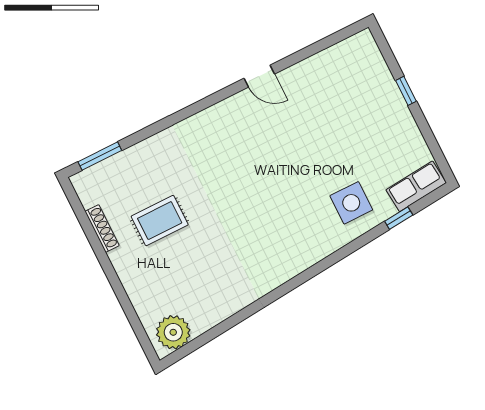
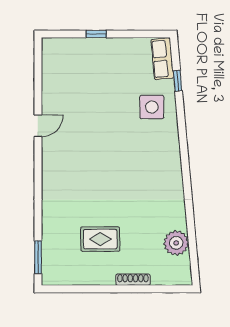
rug: (160, 221) -> (100, 239), turned 90
shoe rack: (102, 228) -> (133, 280), moved
plant: (173, 332) -> (176, 243), moved

